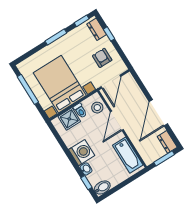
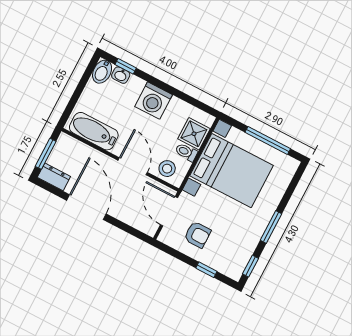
dresser: (97, 29) -> (226, 267), removed
washbasin: (86, 169) -> (121, 75), moved

